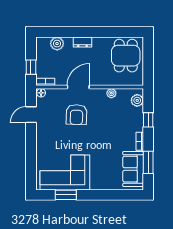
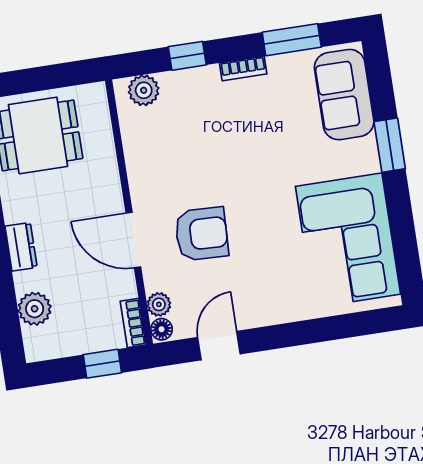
plant: (111, 93) -> (159, 304), moved
door: (31, 115) -> (219, 346), swing flipped
sofa: (133, 169) -> (344, 95), moved, turned 90
window: (66, 195) -> (390, 145), moved

